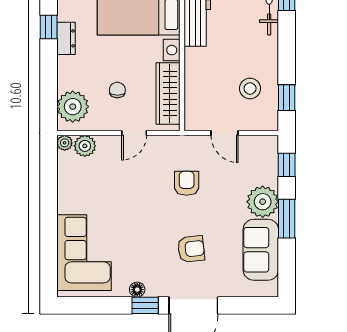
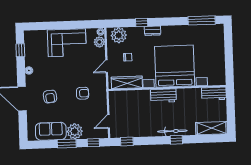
window: (49, 27) -> (142, 22), moved
stool: (250, 89) -> (131, 123), removed
door: (134, 133) -> (107, 66), hinge flipped
door: (225, 133) -> (109, 121), moved
corner sofa: (84, 253) -> (67, 43), moved
window: (145, 305) -> (20, 50), moved

